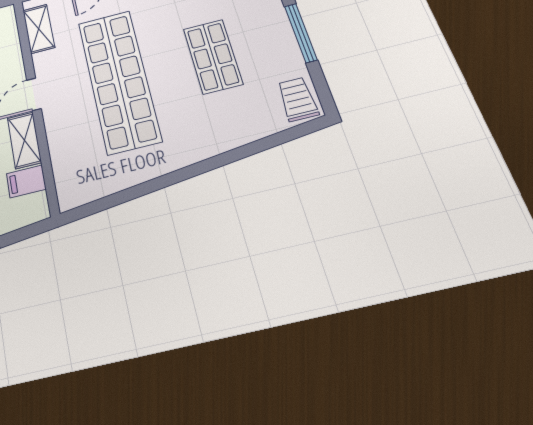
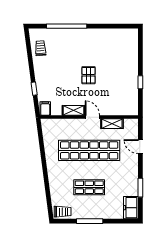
shelving: (39, 29) -> (112, 124), moved
filing cabinet: (26, 181) -> (45, 109), moved

